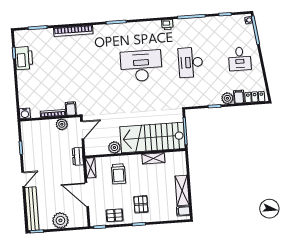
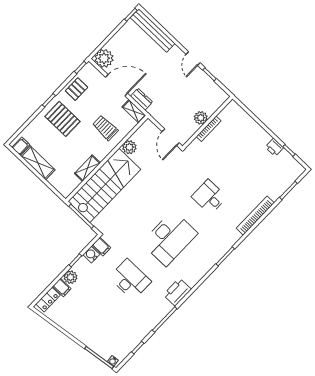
printer: (167, 25) -> (177, 292), width x1.87, depth x1.48
printer: (24, 58) -> (274, 147), width x0.53, depth x0.68
desk: (240, 59) -> (209, 197), moved
filing cabinet: (71, 109) -> (101, 247), moved
water cooler: (25, 113) -> (91, 255), moved
plant: (62, 124) -> (201, 118), moved
dresser: (78, 156) -> (141, 99), moved
door: (23, 179) -> (193, 59), moved
pallet: (141, 204) -> (62, 119), width x1.50, depth x1.42
plant: (60, 220) -> (104, 58), moved

